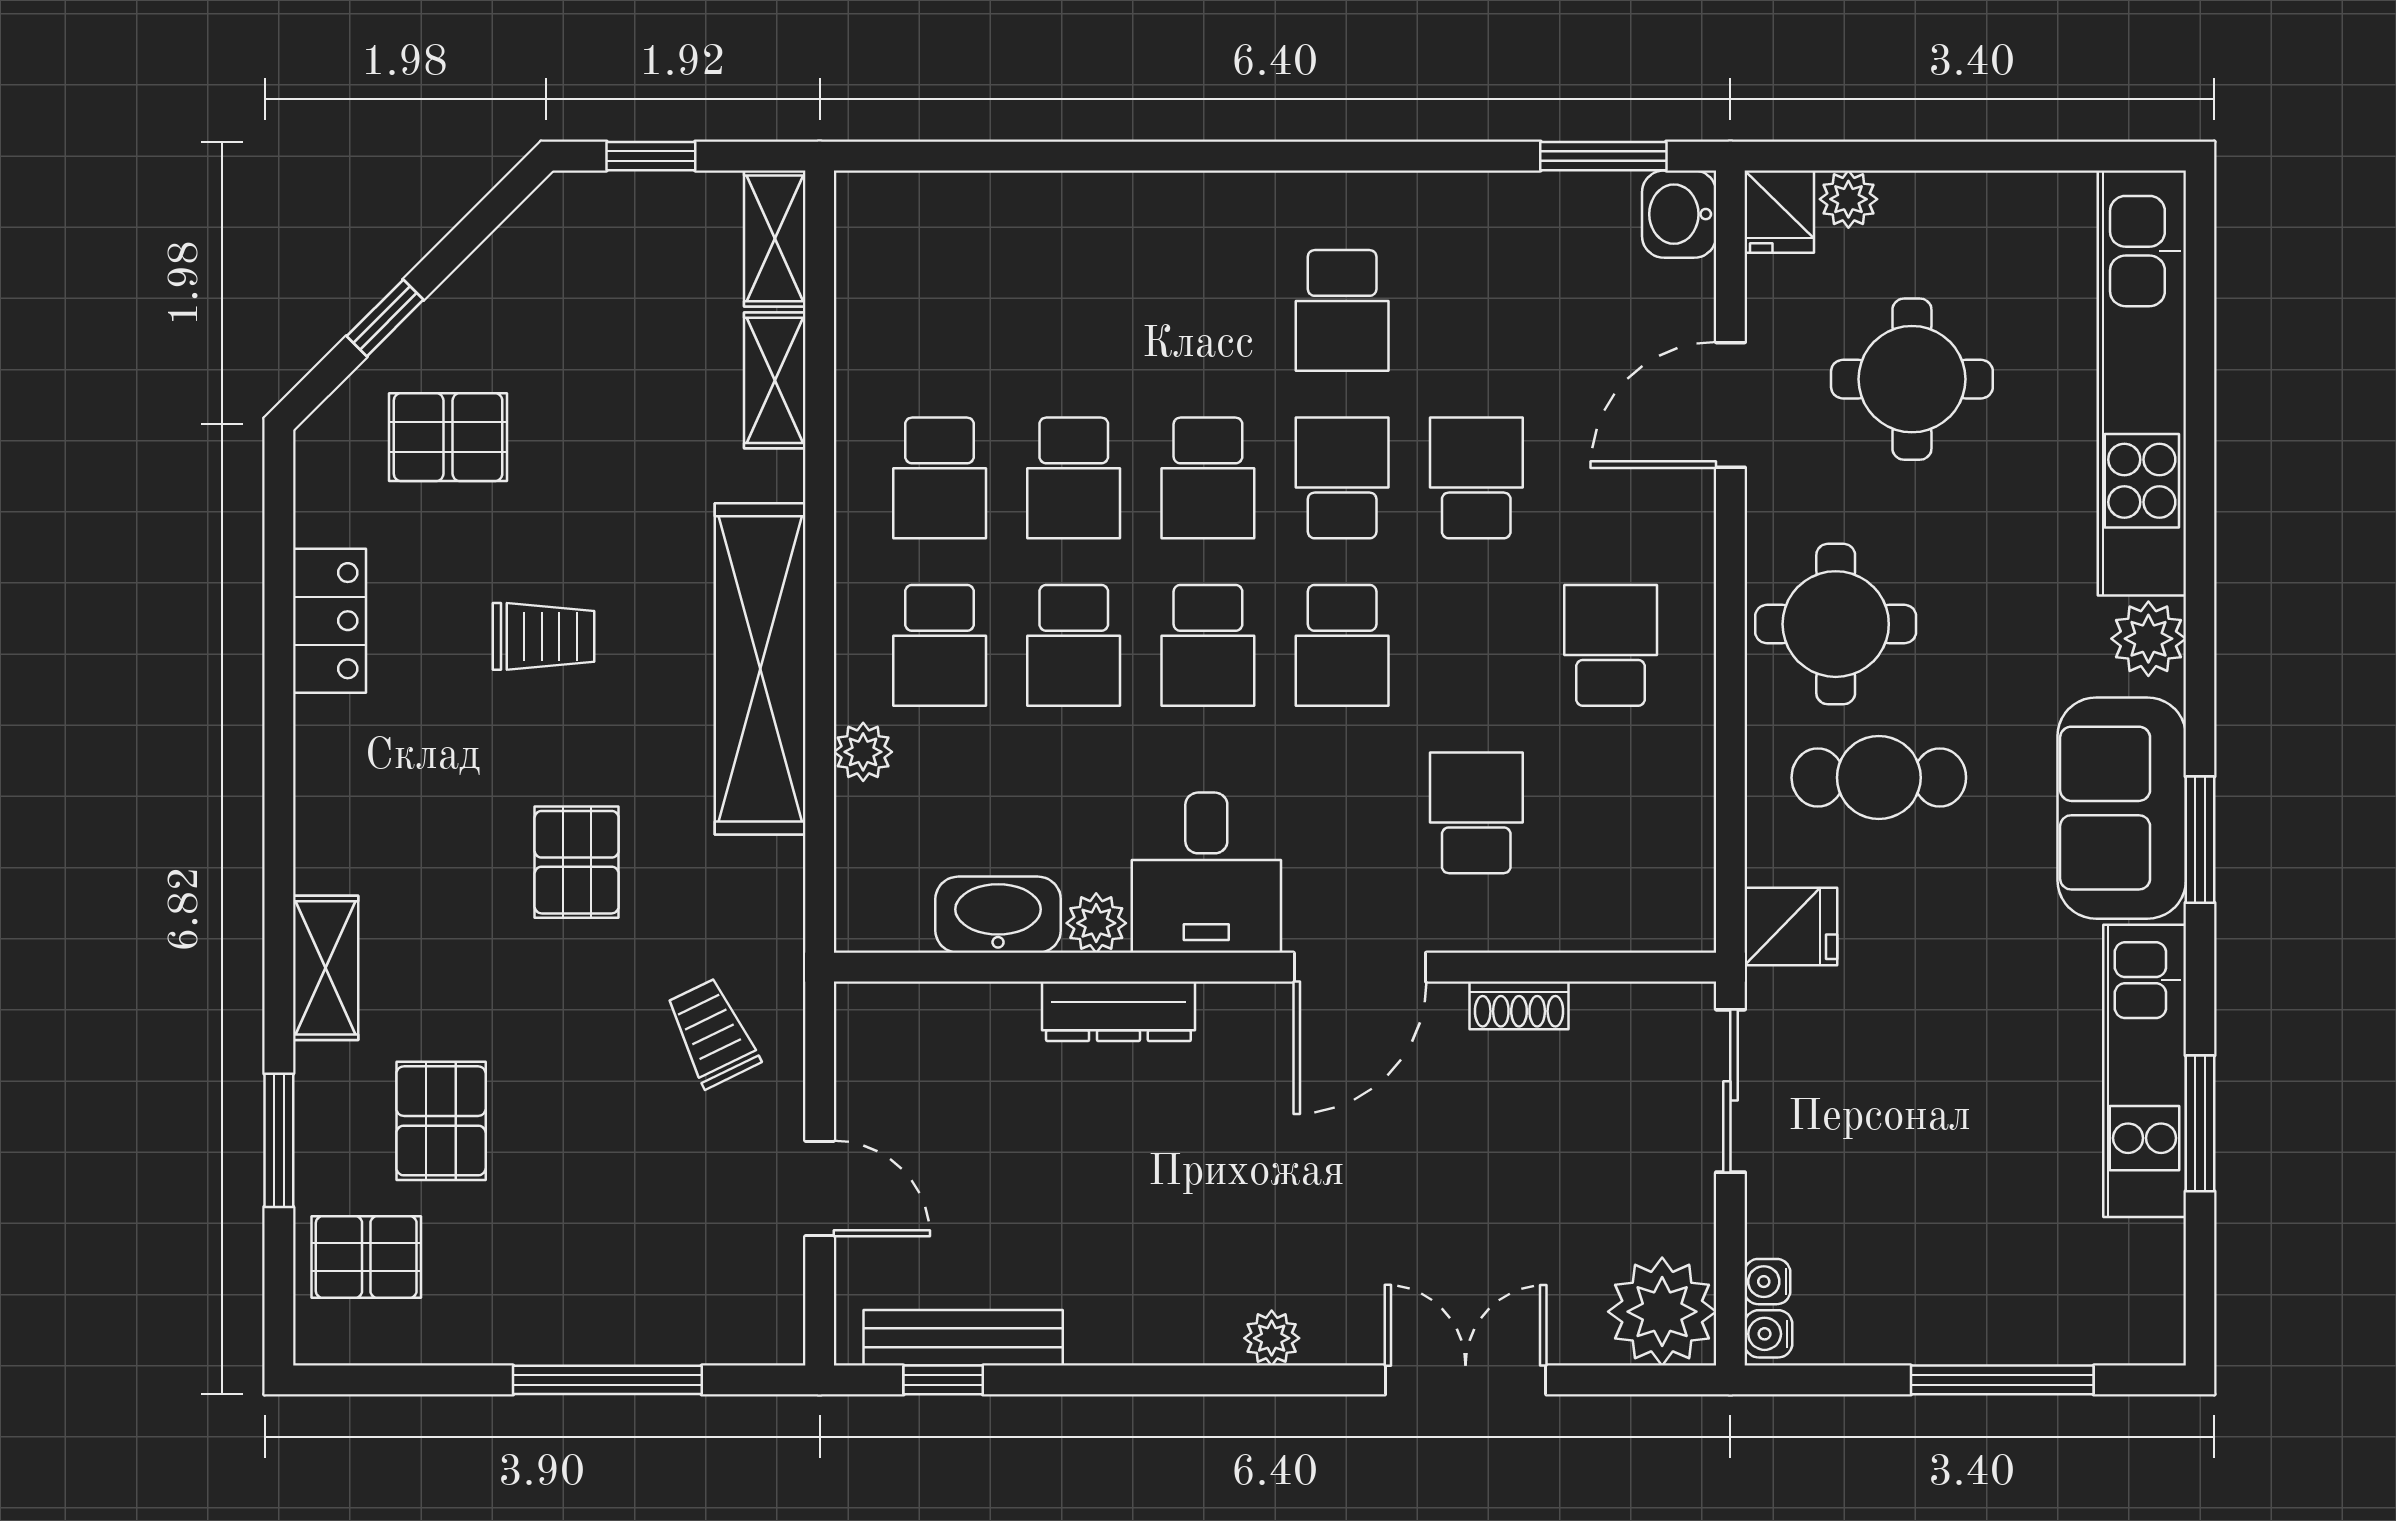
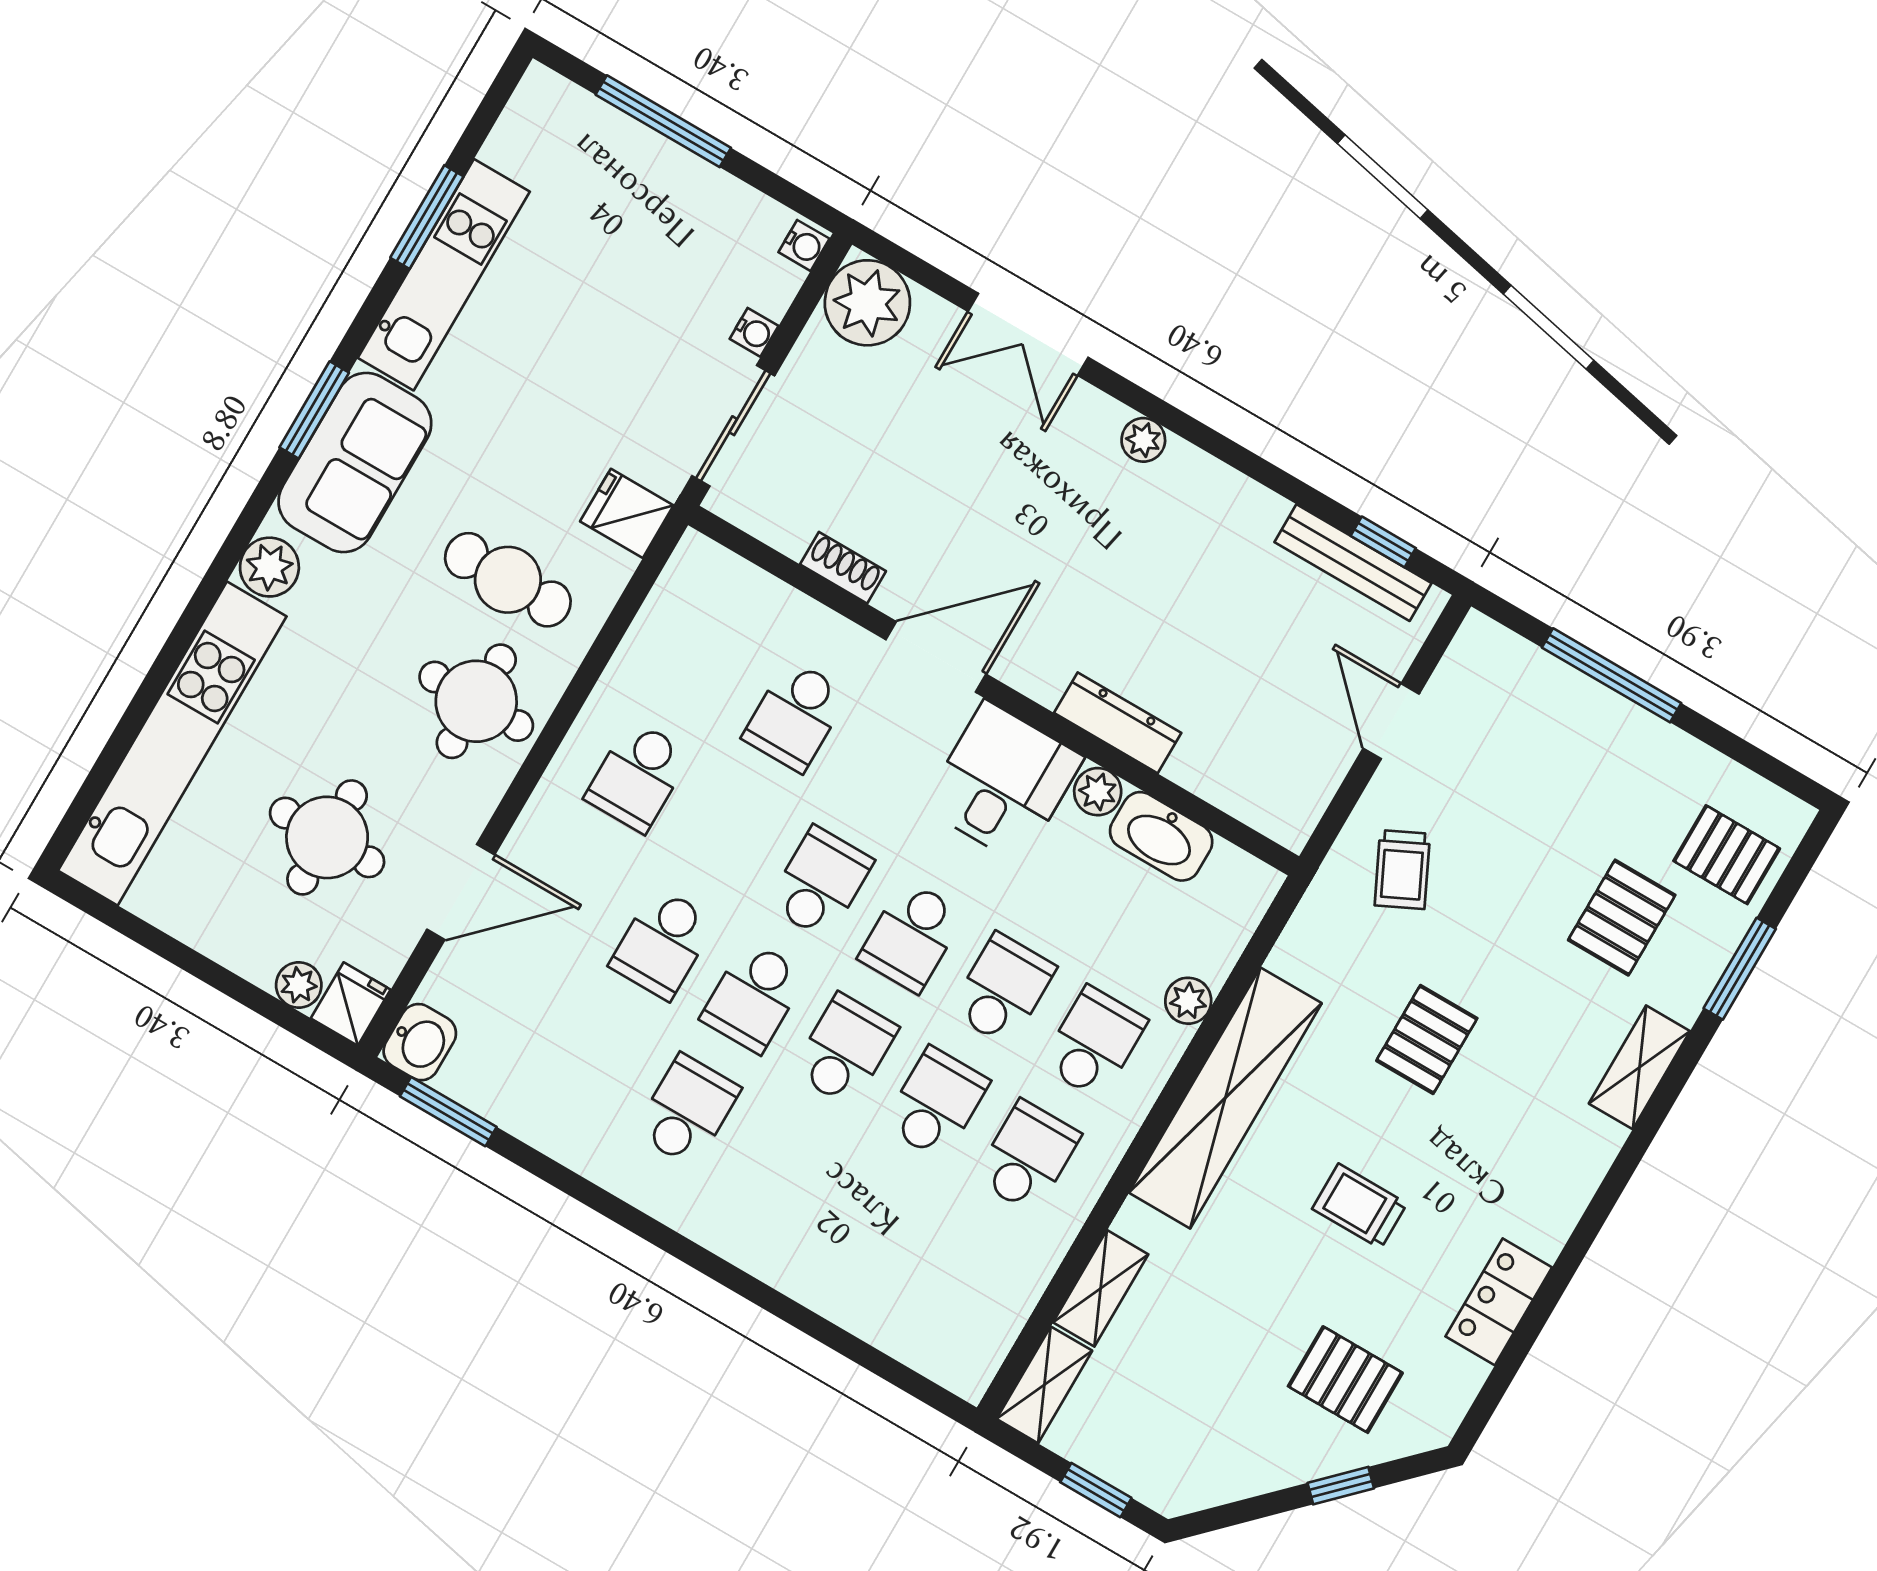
school desk: (1208, 645) -> (911, 936), turned 180
water cooler: (1767, 1282) -> (754, 332), moved

